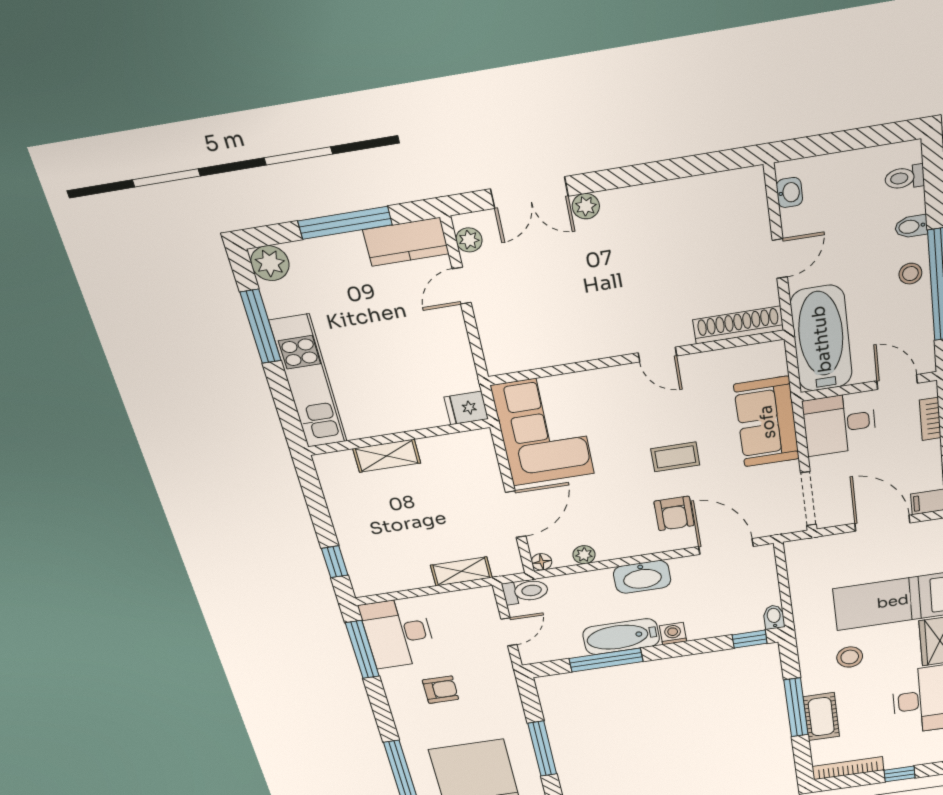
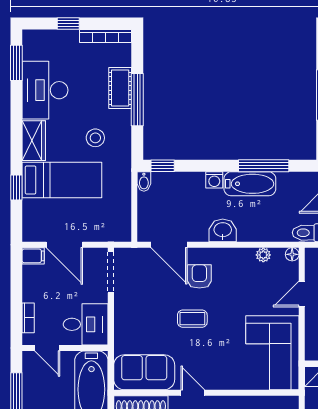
sofa: (767, 422) -> (144, 372), moved, turned -90
door: (516, 514) -> (302, 294), width x0.73
washbasin: (642, 577) -> (223, 230), width x0.72

